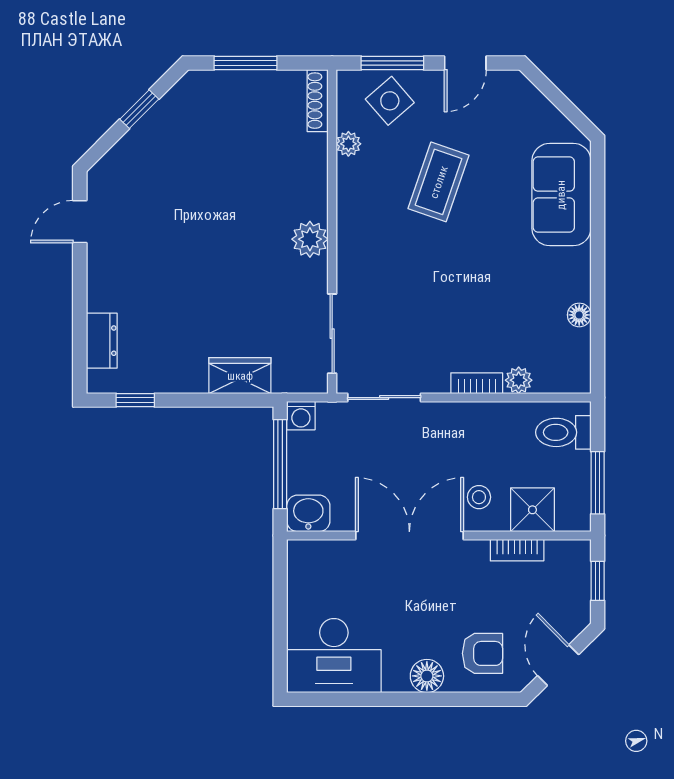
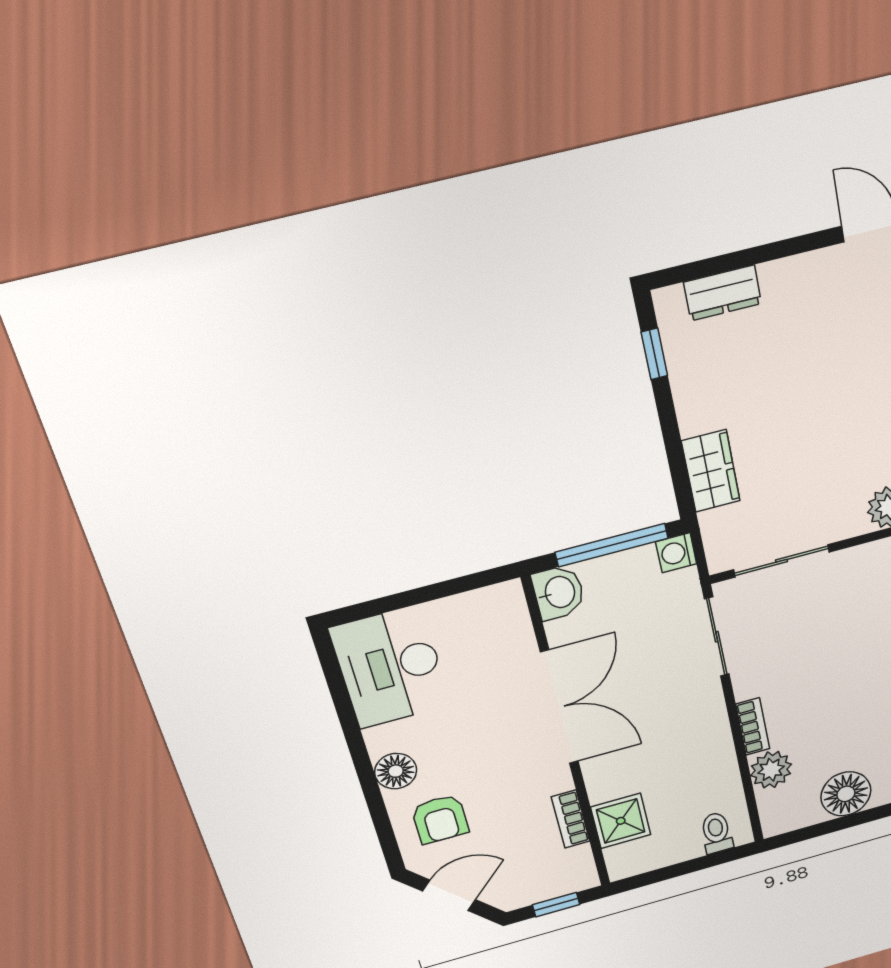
floor lamp: (579, 315) -> (846, 794), width x1.89, depth x1.89
plant: (519, 380) -> (771, 770), width x1.38, depth x1.38
toilet: (563, 432) -> (717, 833), width x0.73, depth x0.72
window: (598, 483) -> (666, 873), removed
stool: (479, 497) -> (622, 765), removed

